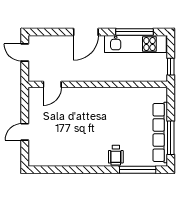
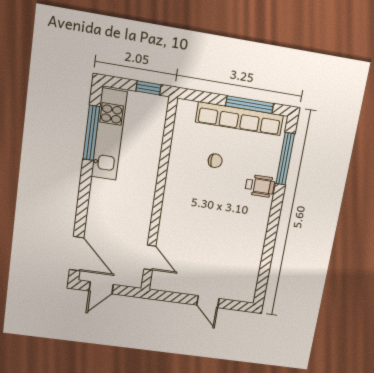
door: (86, 32) -> (77, 254), moved
chair: (129, 120) -> (215, 161), added

